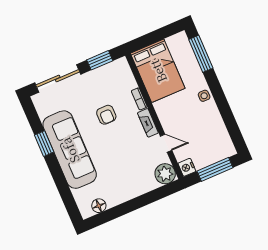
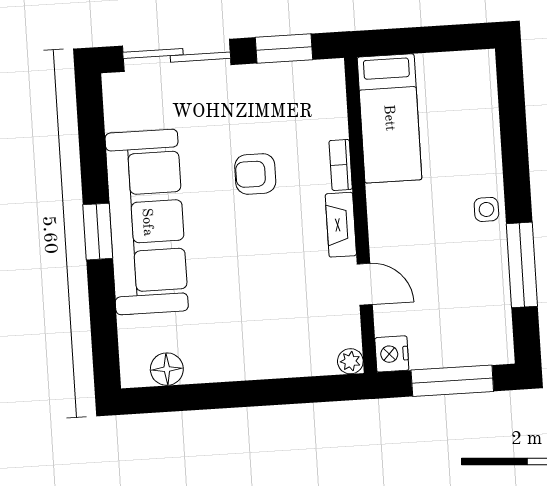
window: (201, 54) -> (522, 265), moved
bed: (158, 71) -> (389, 118), width x0.67
armchair: (106, 115) -> (255, 174), turned 90
window: (44, 144) -> (98, 232), moved
plant: (165, 174) -> (350, 361), width x0.53, depth x0.53

